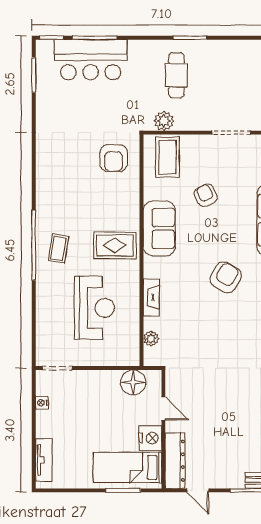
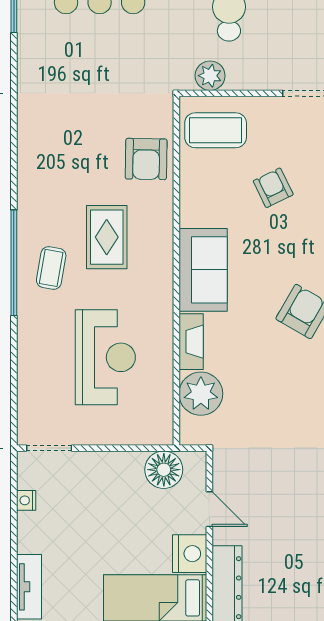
coffee table: (168, 157) -> (216, 130), turned 90
armchair: (114, 158) -> (146, 159), moved
sofa: (159, 228) -> (203, 270), moved
rug: (115, 245) -> (107, 237), moved, turned 90
plant: (151, 339) -> (201, 394), width x1.88, depth x1.88

